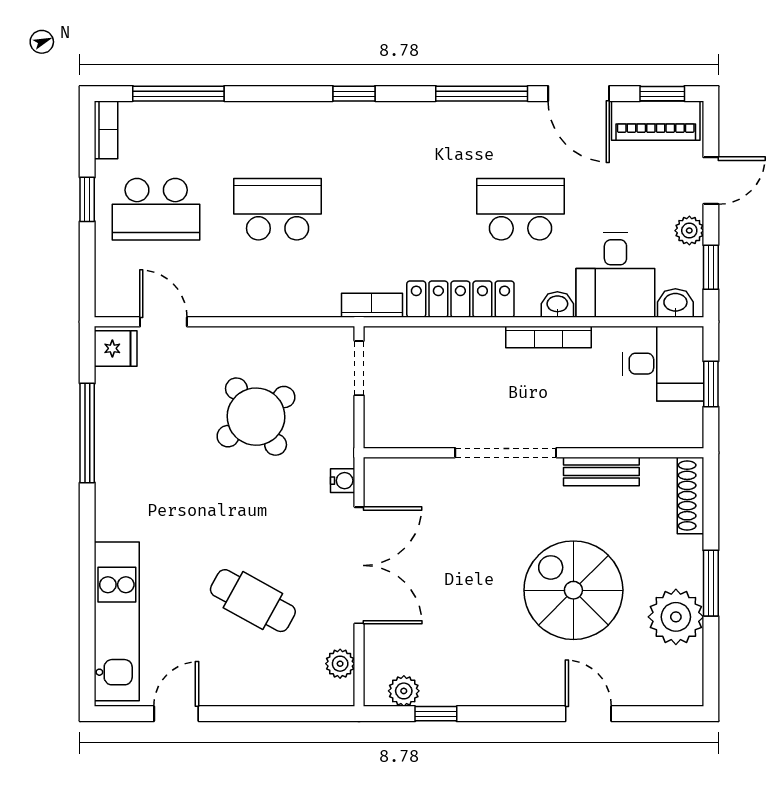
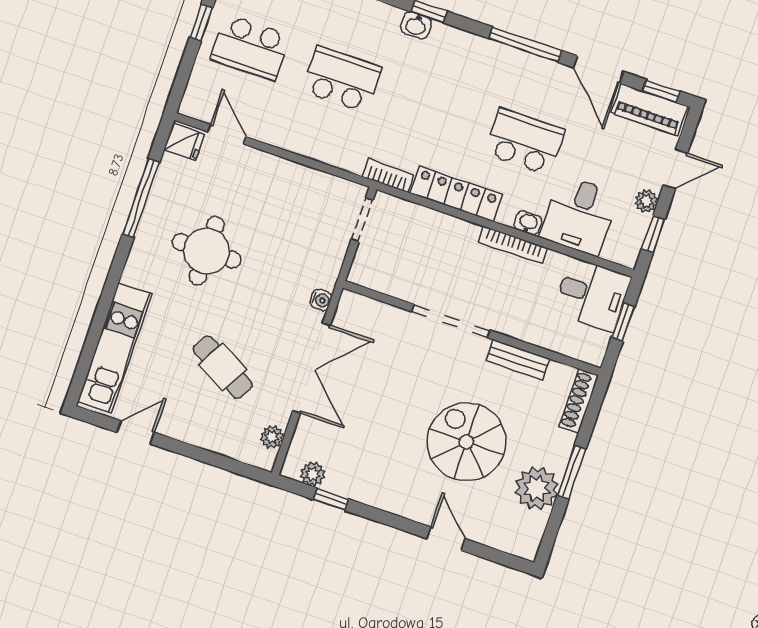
washbasin: (675, 303) -> (416, 25), moved, turned 180
round table: (256, 417) -> (207, 251), moved, turned 35

